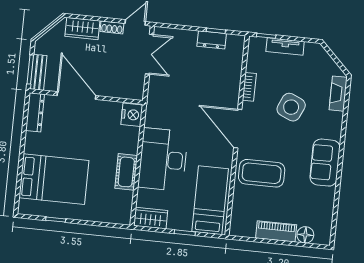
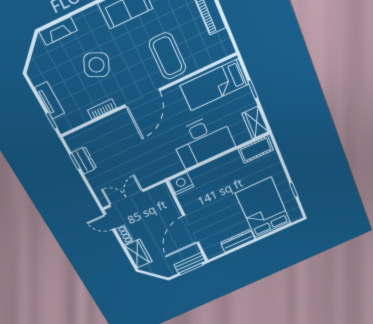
dresser: (35, 112) -> (238, 241), moved
cot: (126, 172) -> (256, 149), moved

